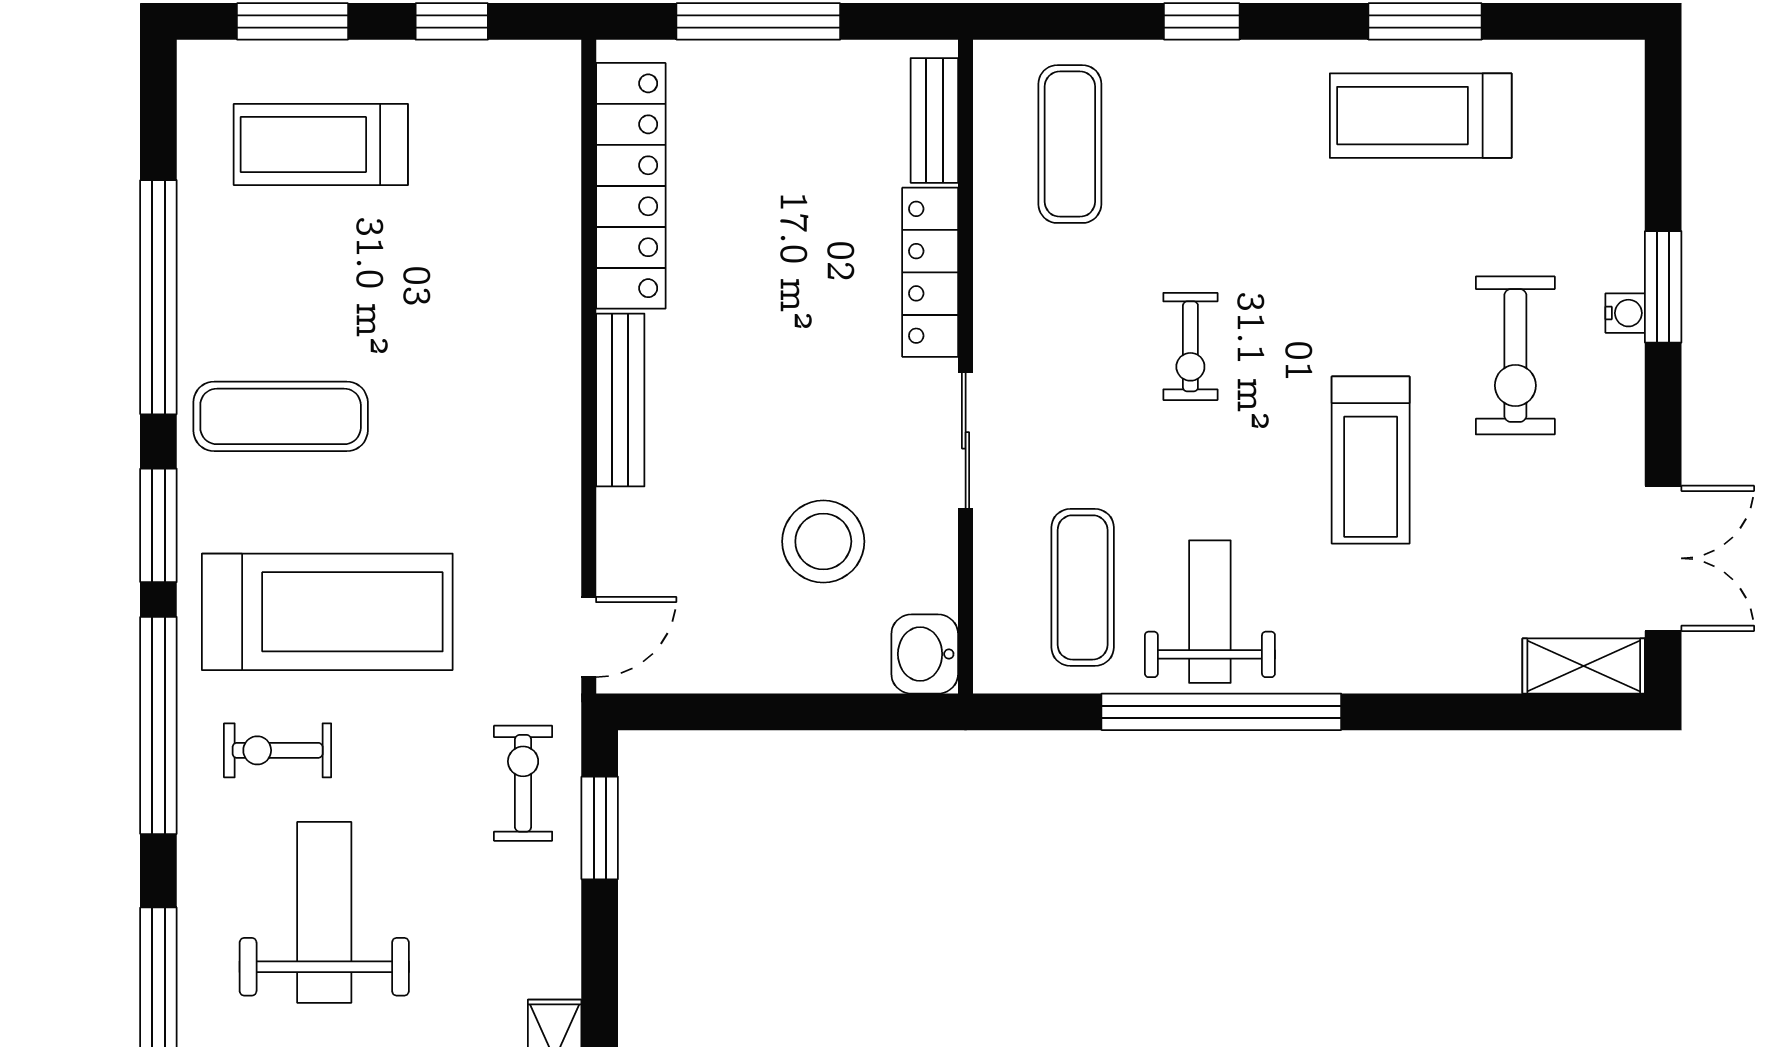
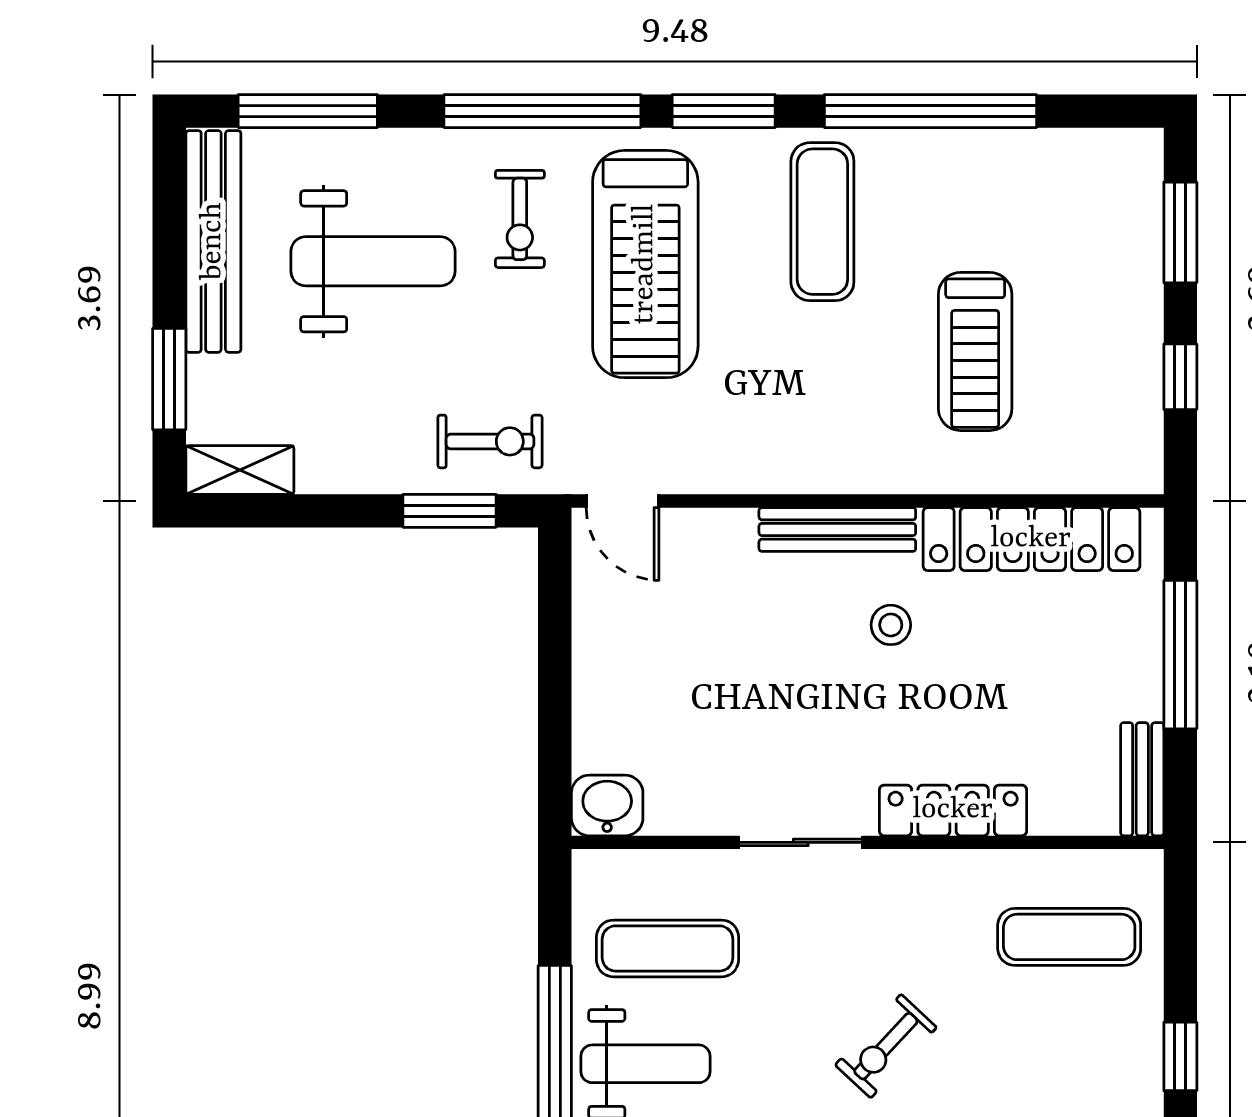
bench: (934, 120) -> (1142, 779), moved, turned 90
treadmill: (321, 144) -> (975, 351), moved, turned 180
exercise bike: (1190, 346) -> (886, 1046), turned -47
stool: (823, 541) -> (891, 625), moved, width x0.53, depth x0.53
exercise bike: (278, 750) -> (520, 219), turned 180

